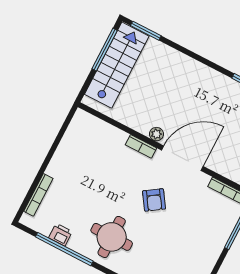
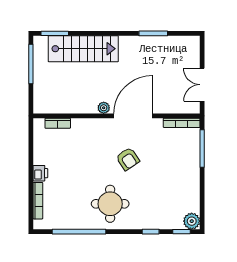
stairs: (117, 65) -> (83, 49), moved, turned 90
bookcase: (141, 146) -> (58, 123), moved
printer: (60, 235) -> (40, 173), moved, turned 90

